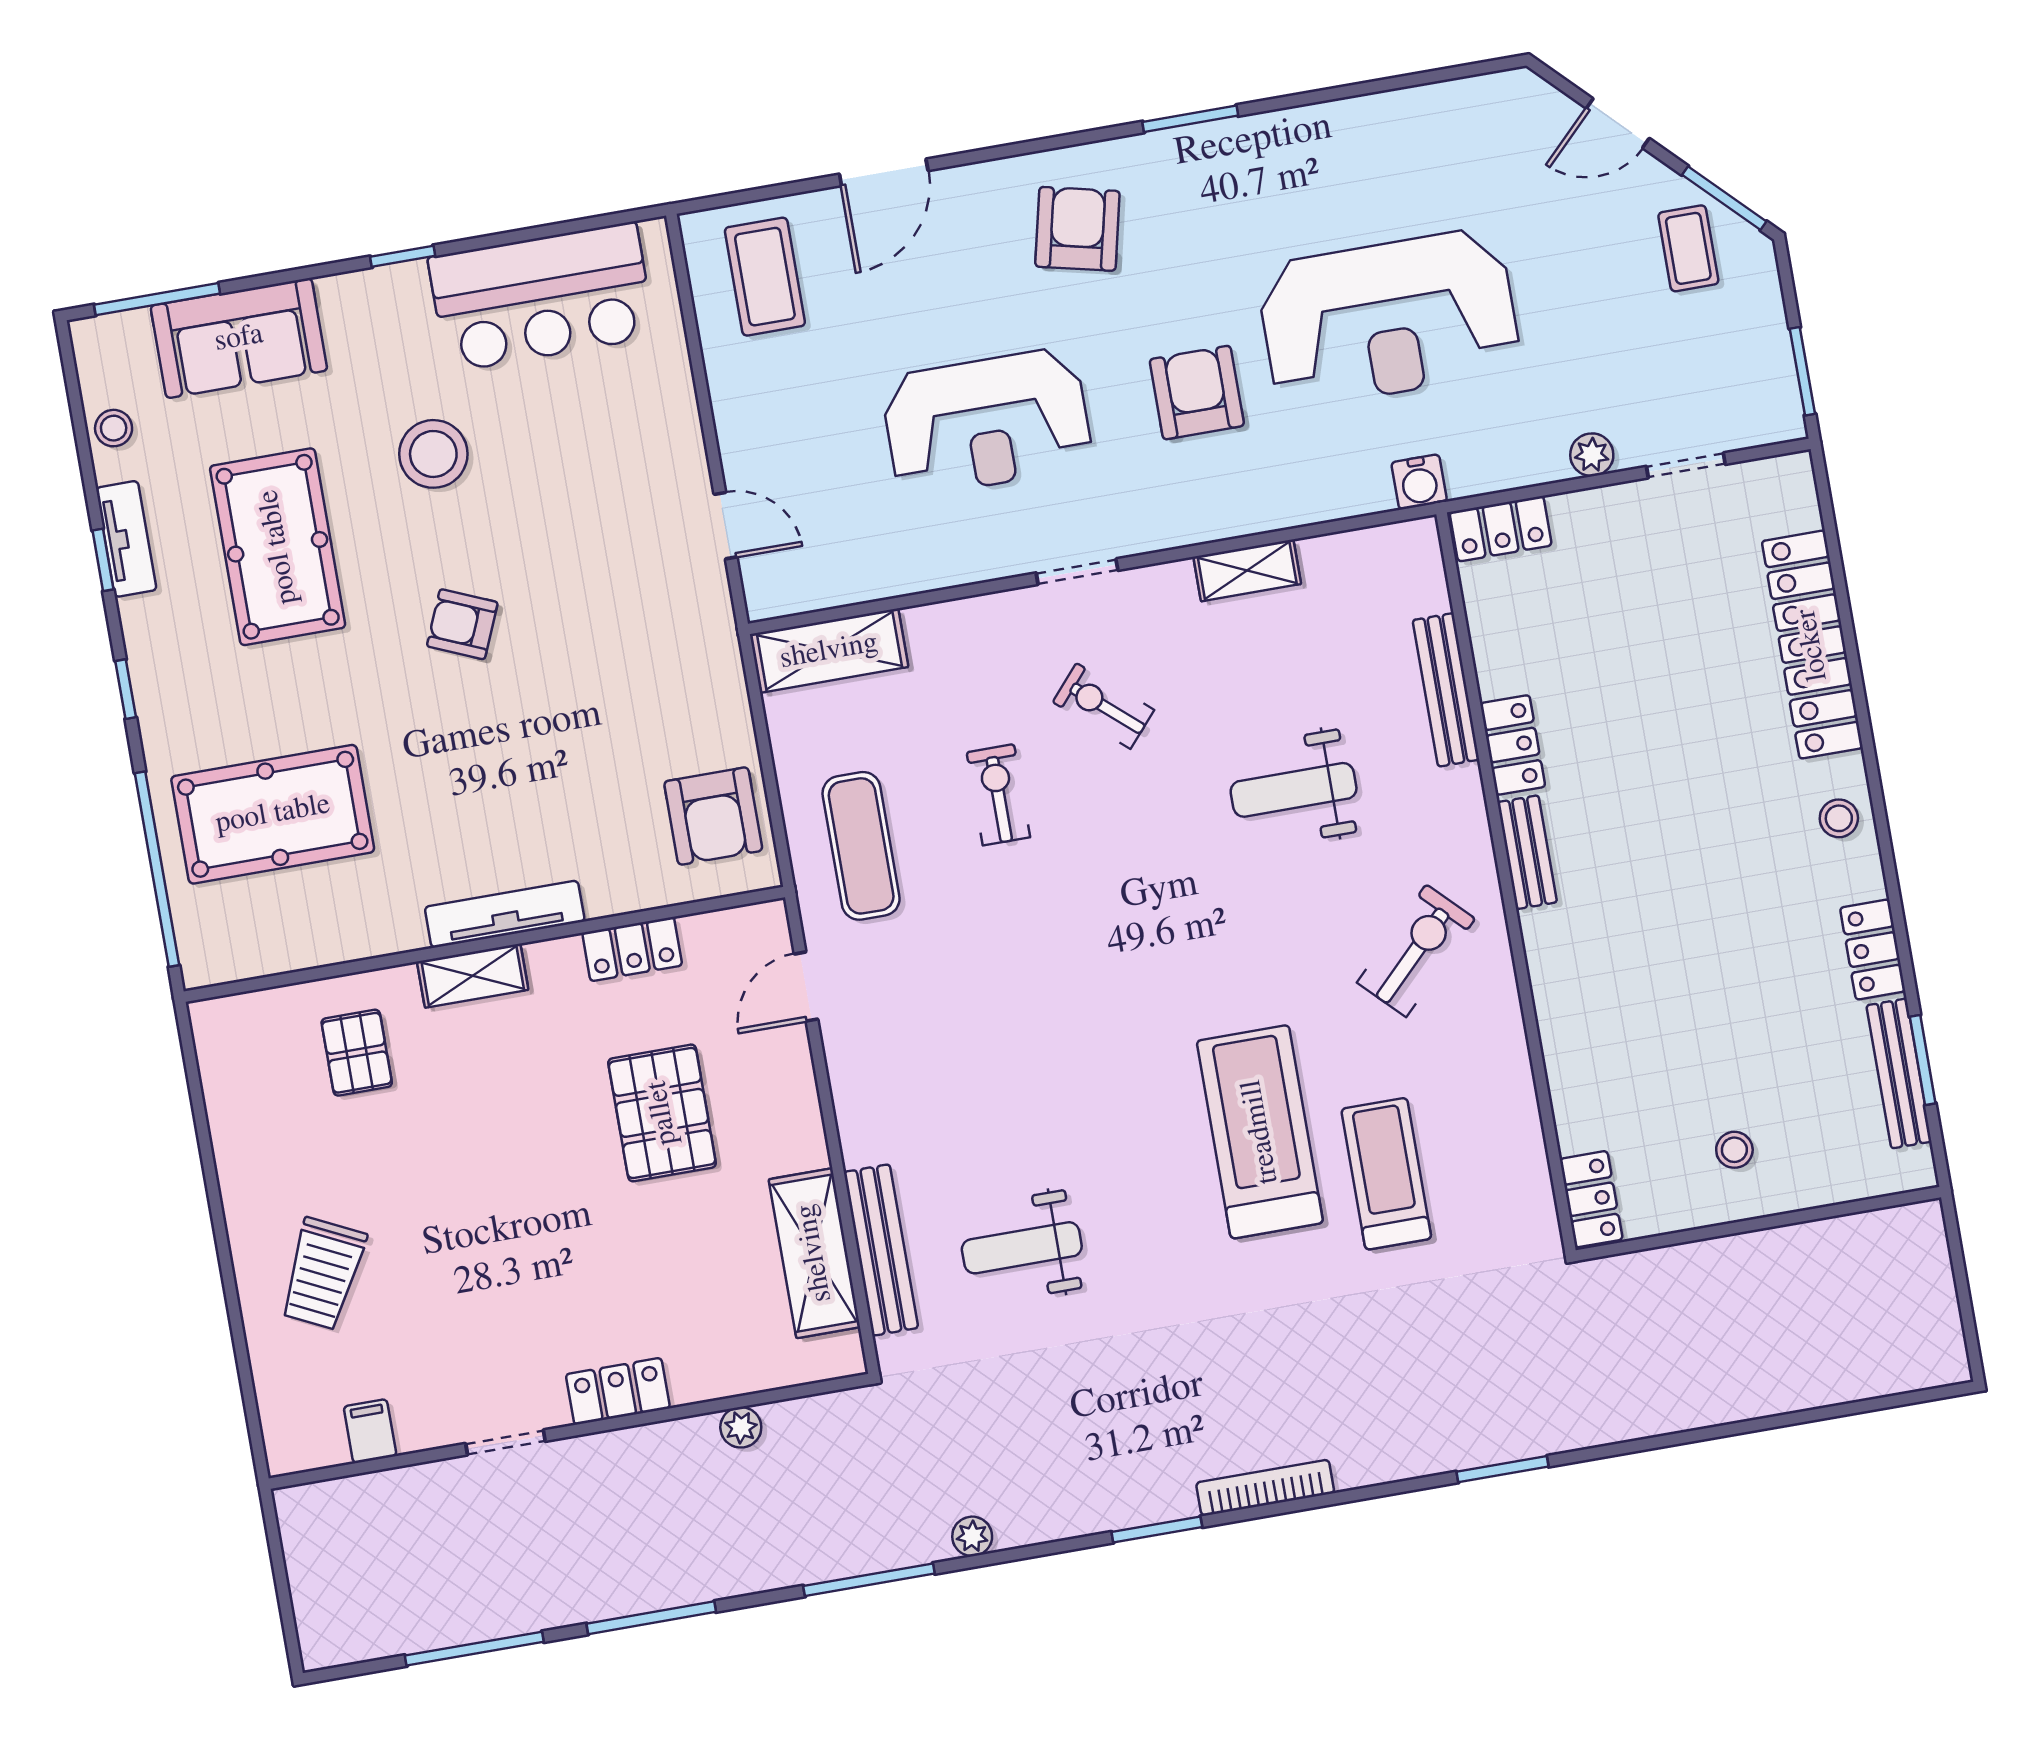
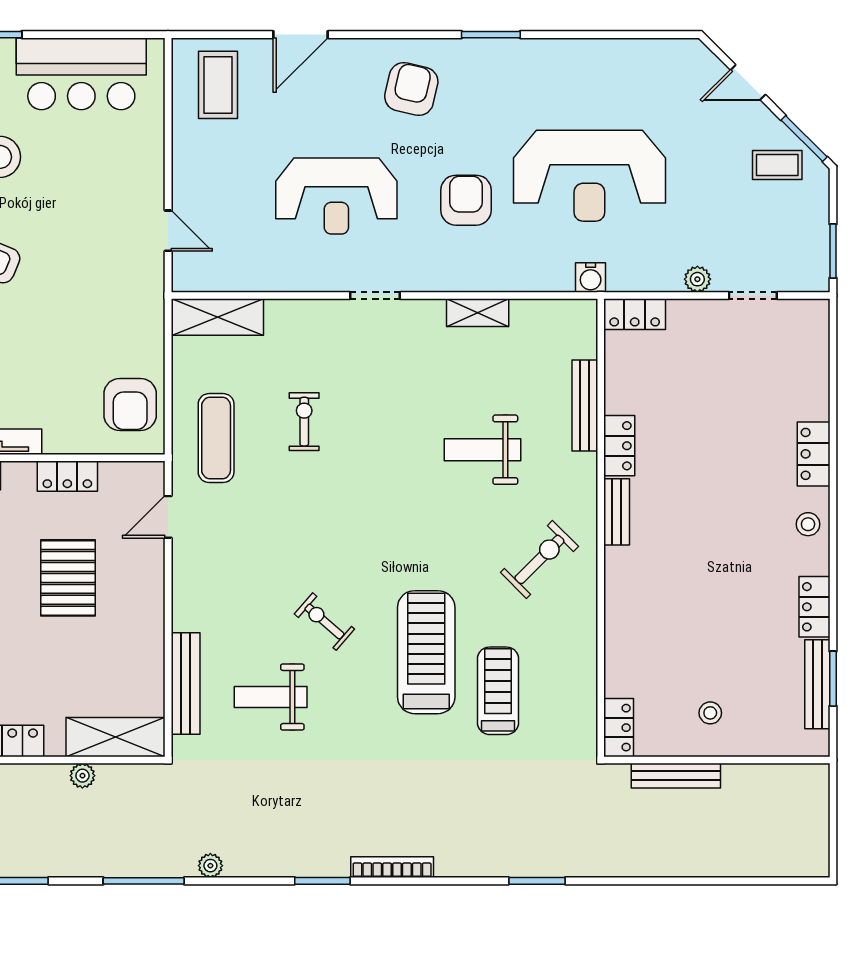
coffee table: (1688, 248) -> (777, 165), turned 90
locker: (1812, 645) -> (814, 454), width x0.46, depth x0.83
exercise bike: (1103, 706) -> (324, 622), moved
shelving: (814, 1253) -> (115, 737), moved, turned 90
bench: (1697, 1261) -> (676, 776), added

